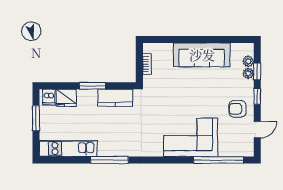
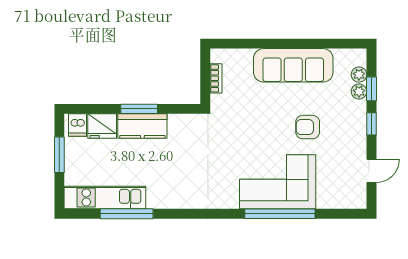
kitchen counter: (115, 98) -> (142, 126), moved
armchair: (237, 109) -> (308, 127), moved
window: (109, 160) -> (127, 214), moved
window: (218, 160) -> (280, 214), moved

